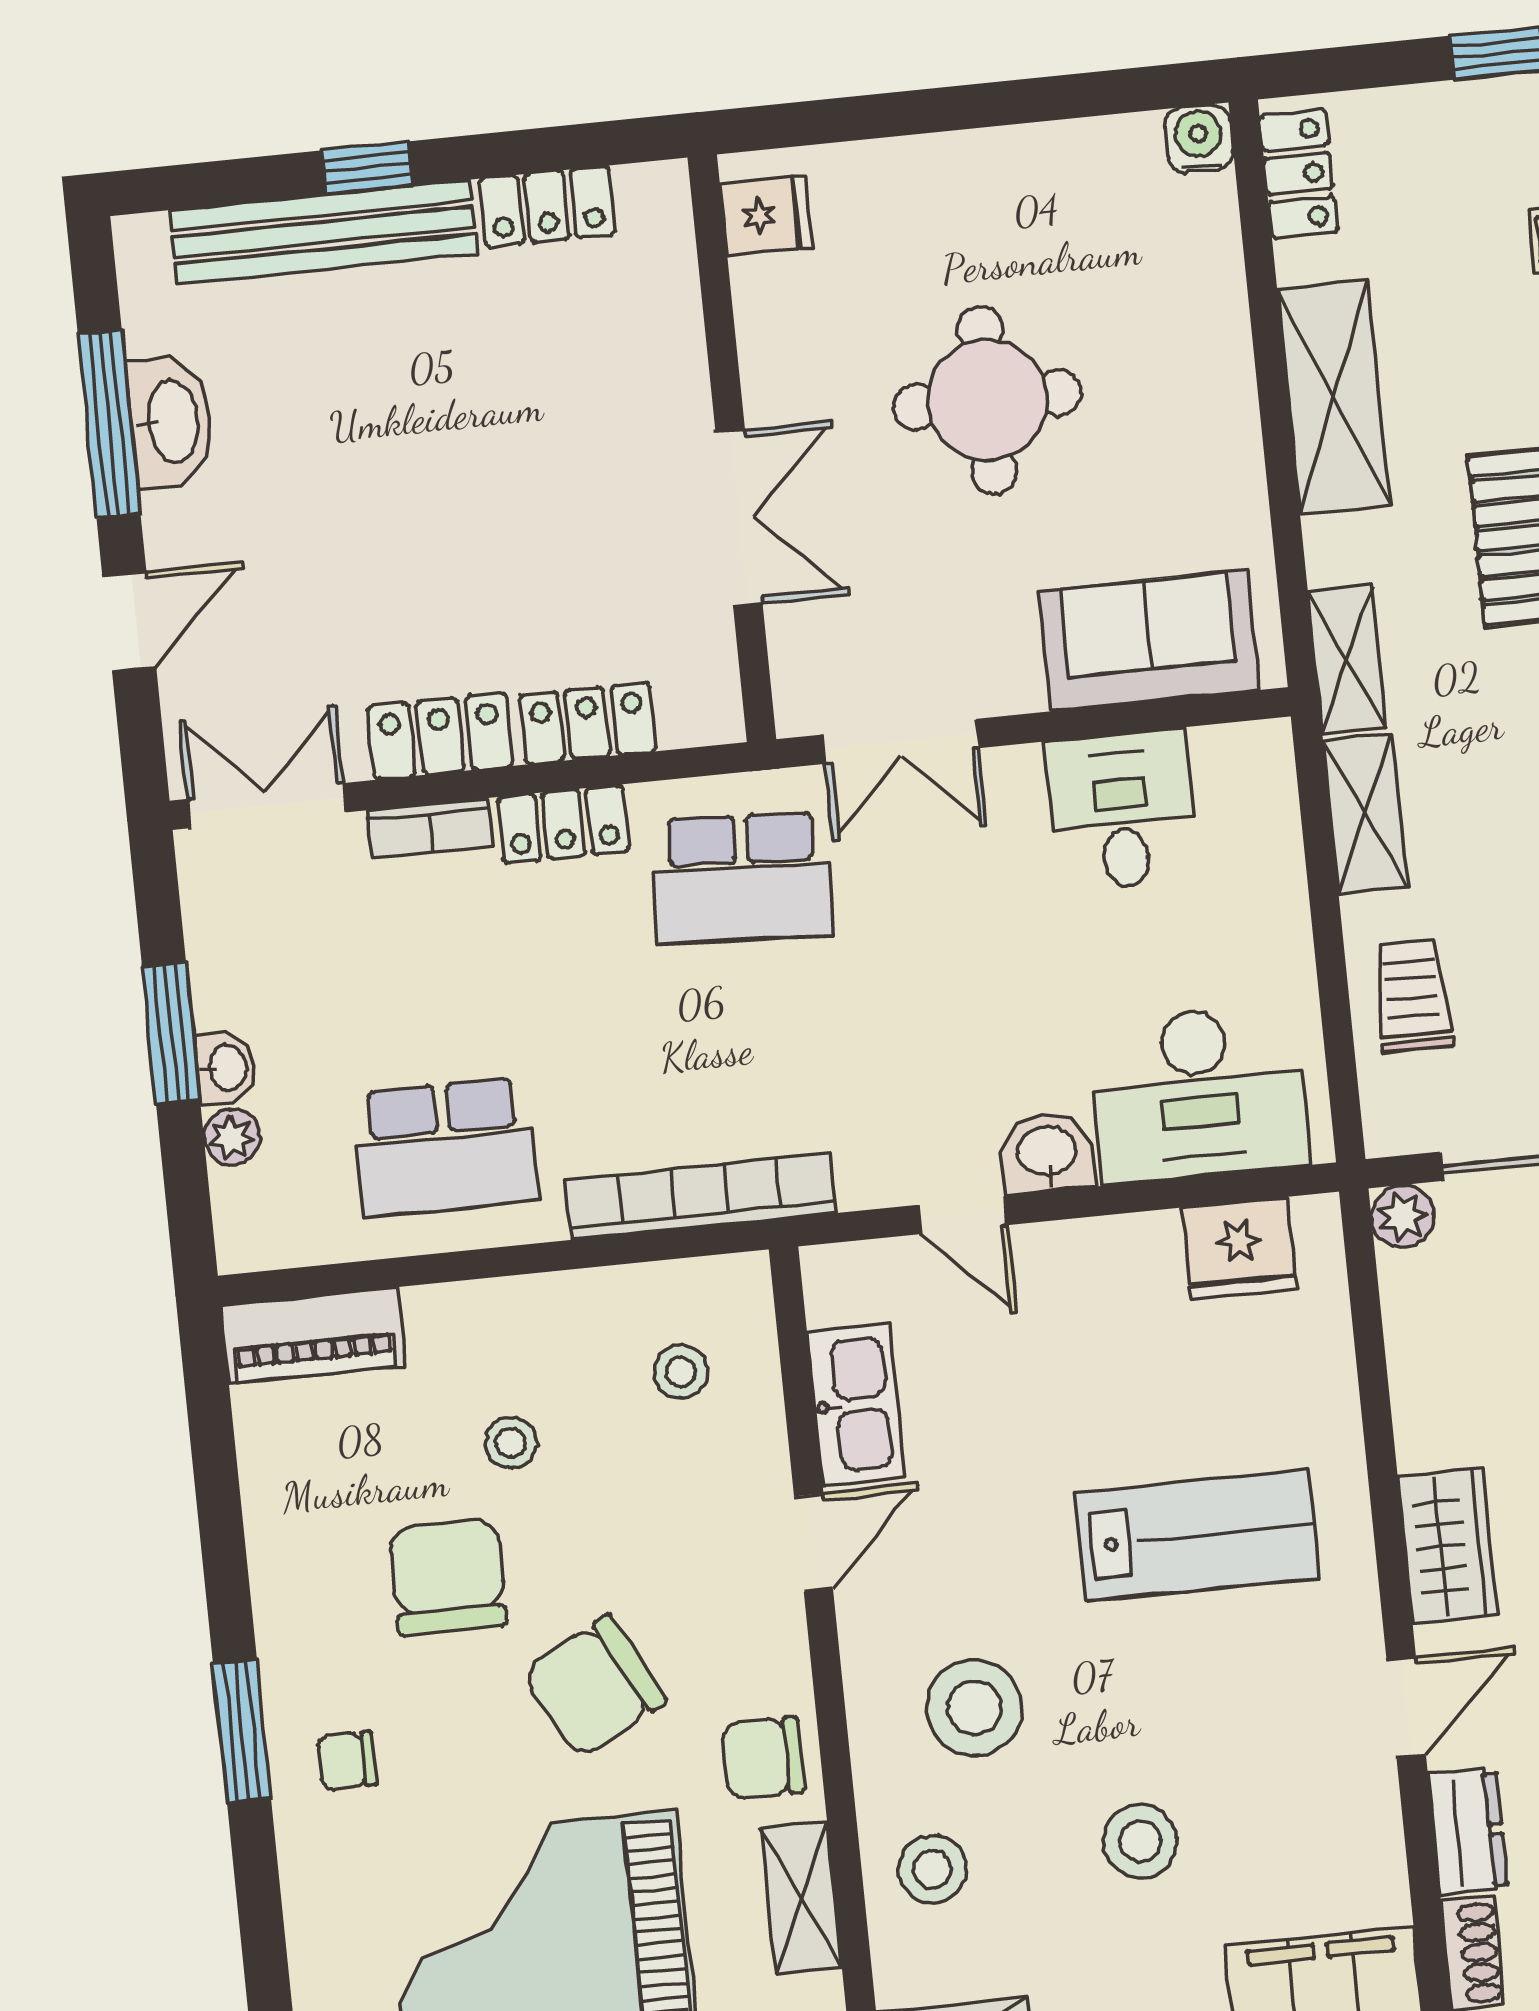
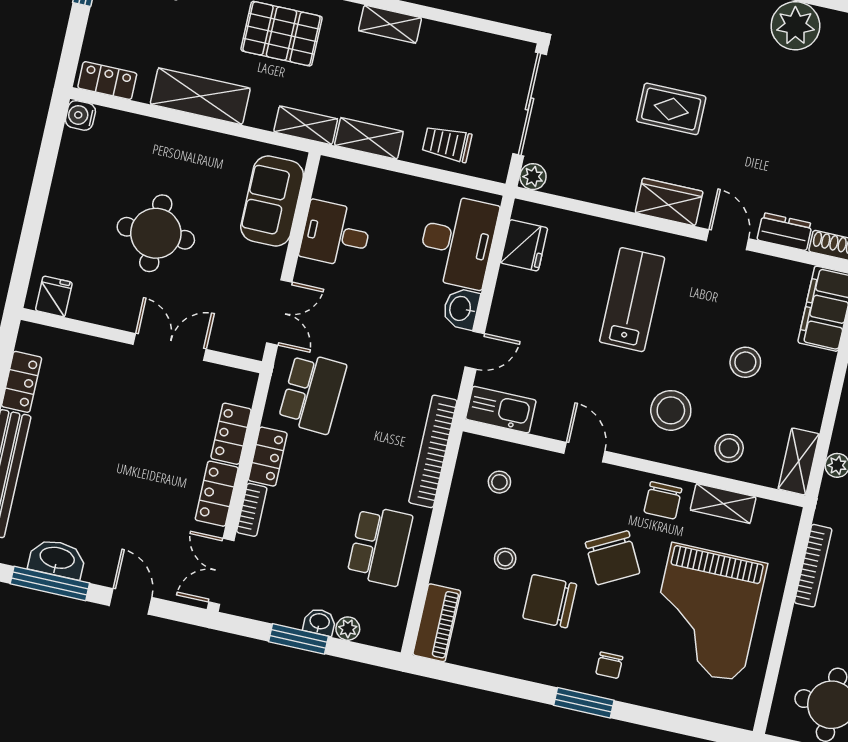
kitchen sink: (856, 1405) -> (501, 410), moved

